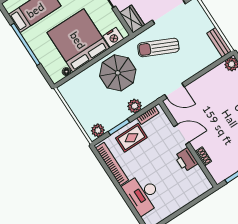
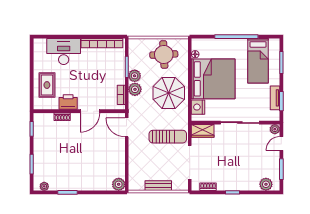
bench: (219, 42) -> (158, 186), moved
sun lounger: (158, 48) -> (168, 137), turned 65
door: (174, 91) -> (127, 127), hinge flipped
round table: (85, 100) -> (164, 55), added
plant: (98, 130) -> (135, 76), moved
rug: (131, 138) -> (47, 85), moved

